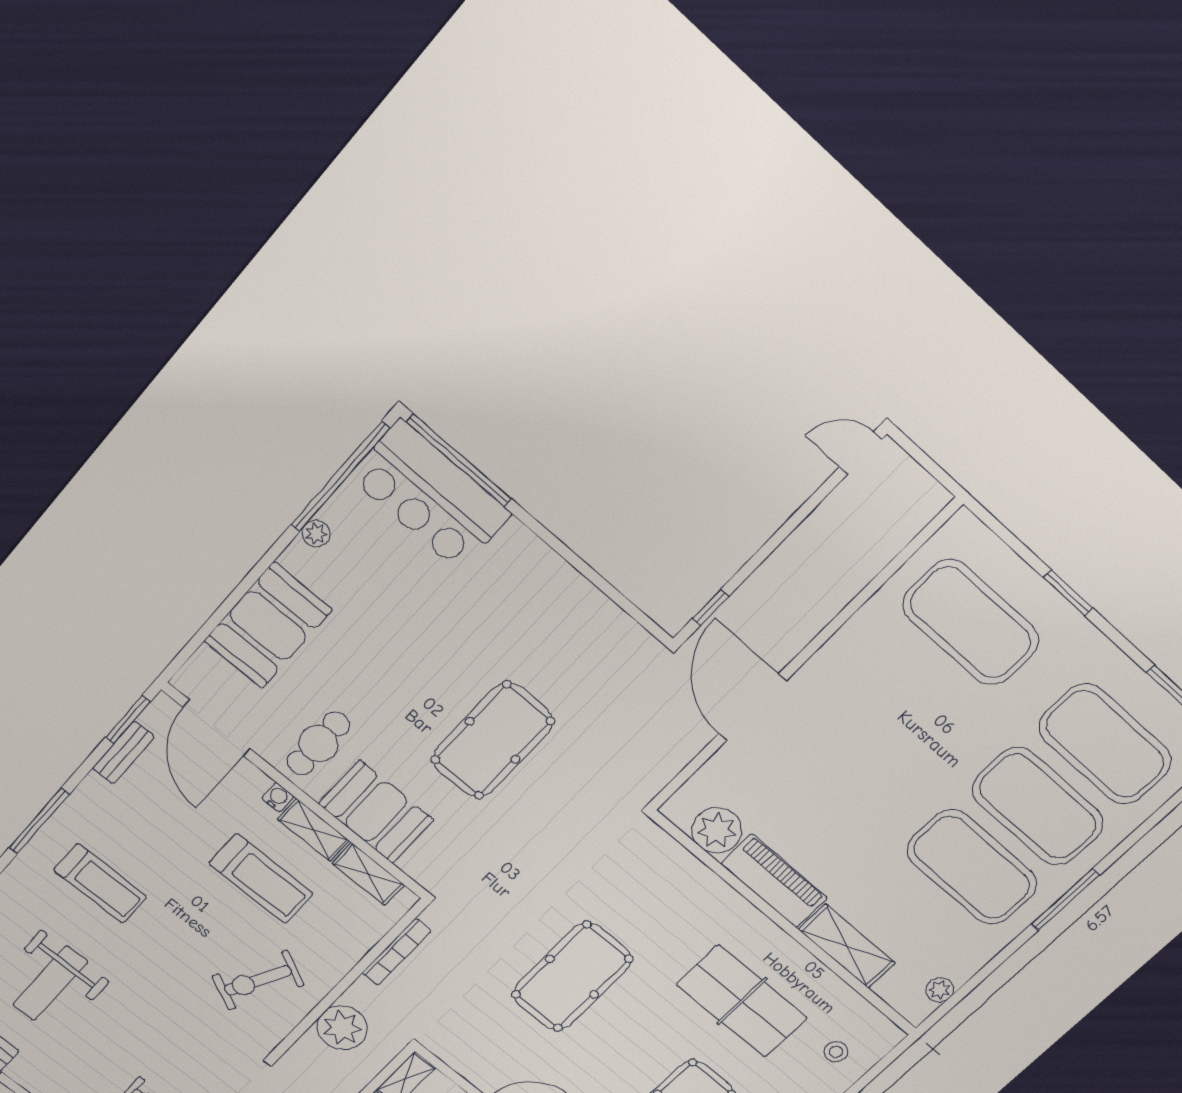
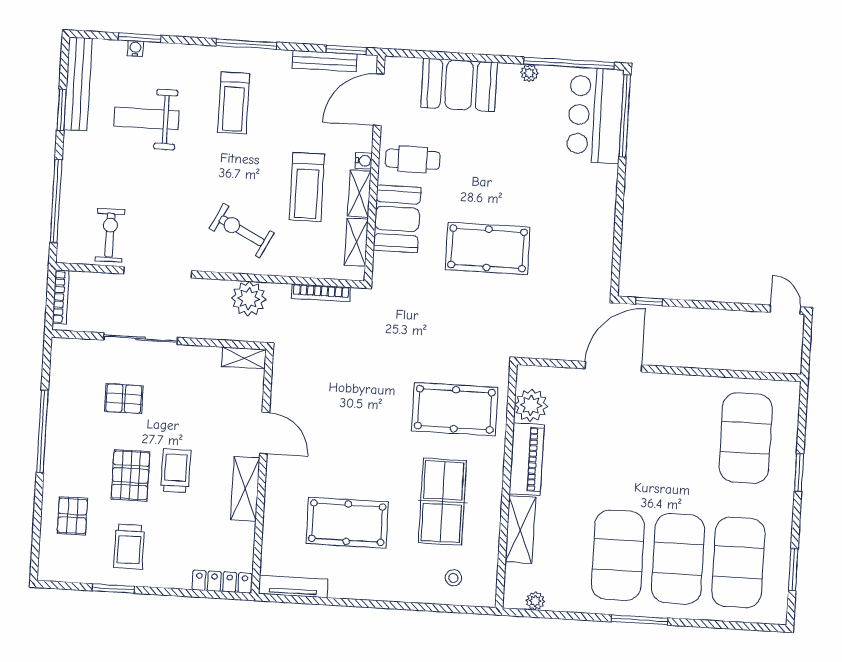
bench: (123, 753) -> (325, 61), width x1.36
pool table: (572, 977) -> (455, 409), moved

